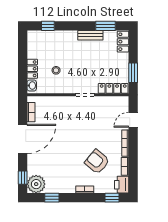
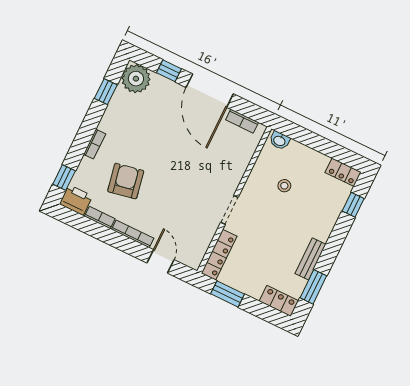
locker: (32, 69) -> (343, 172), moved
armchair: (97, 162) -> (126, 181), turned -51
window: (23, 178) -> (169, 71), moved

